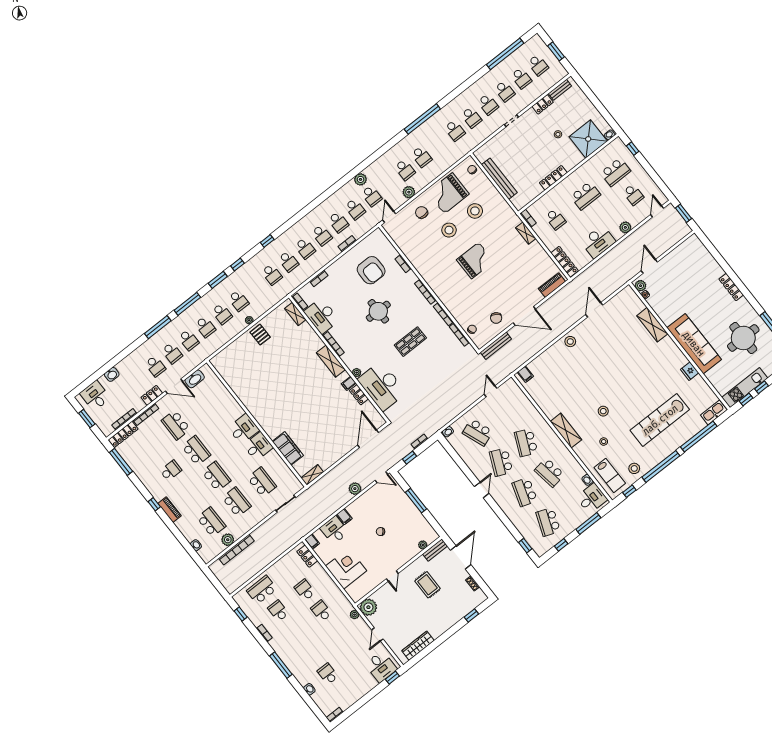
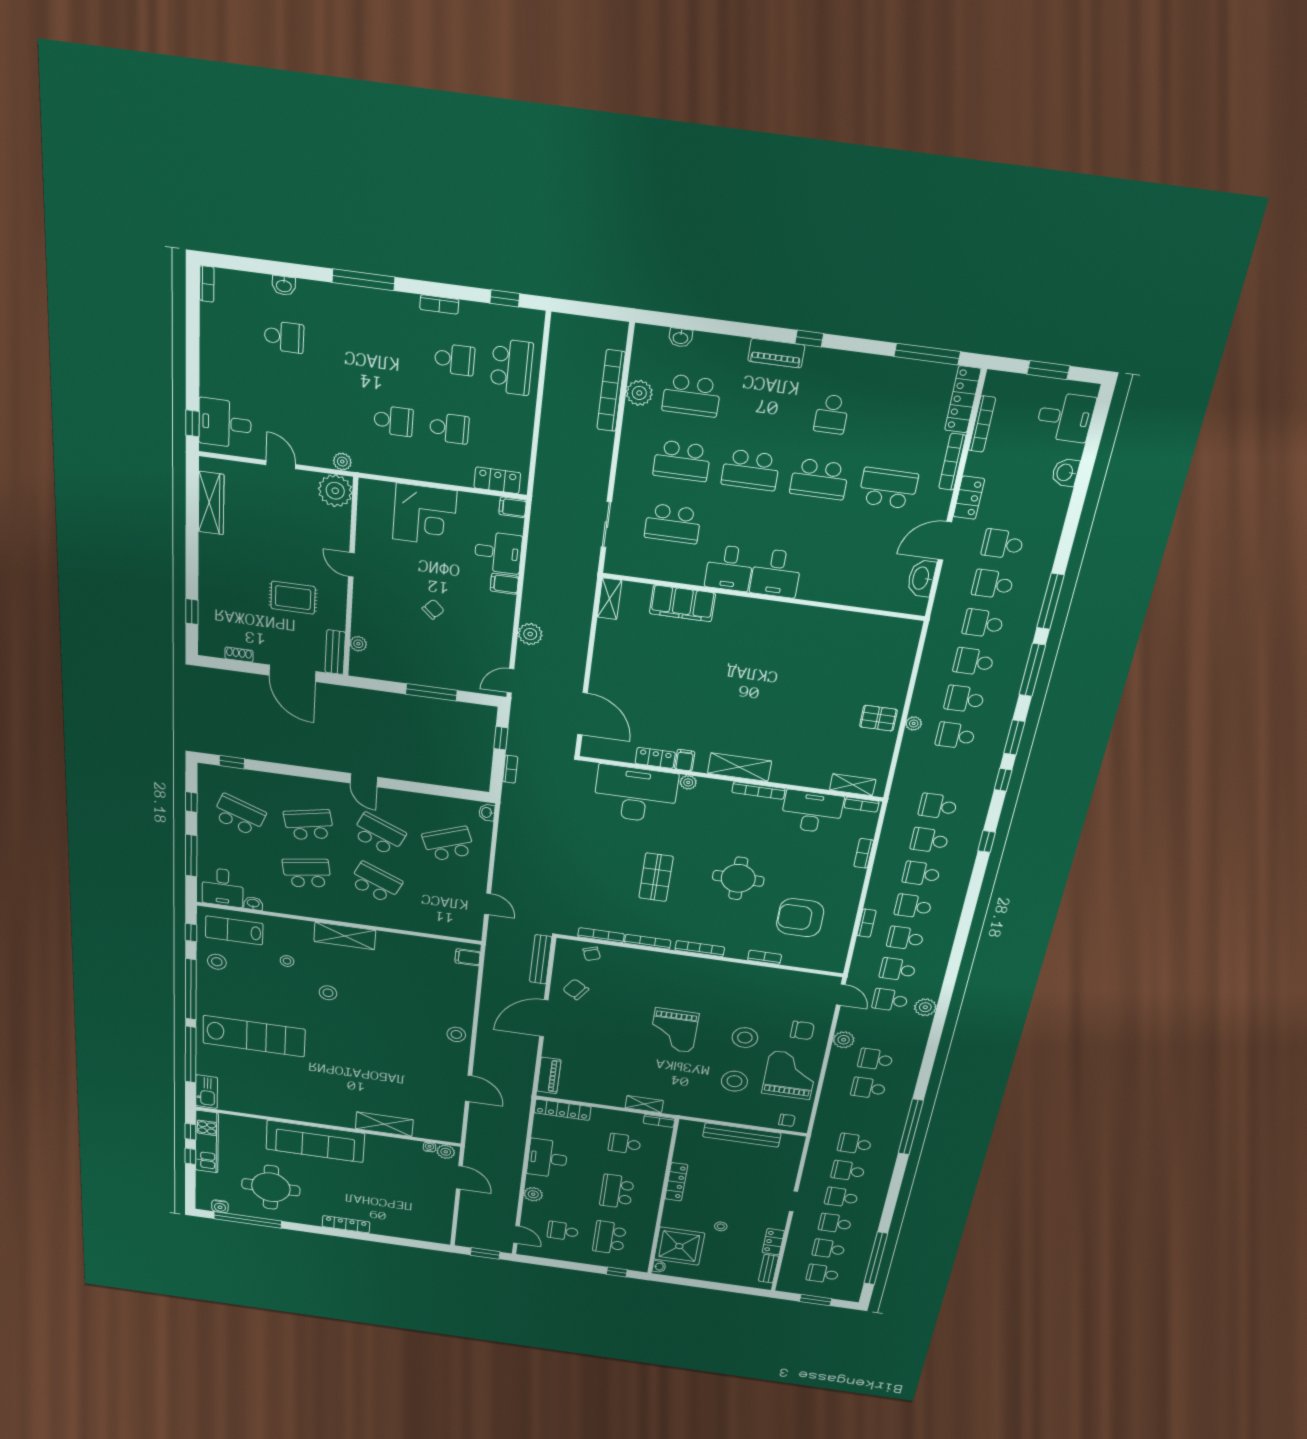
fridge: (690, 371) -> (285, 1111), removed
lab bench: (660, 420) -> (254, 1036), turned 90
school desk: (525, 492) -> (309, 825), turned -30

